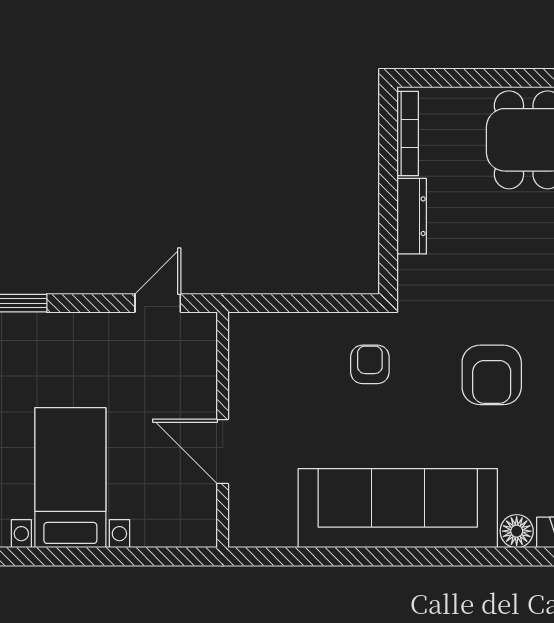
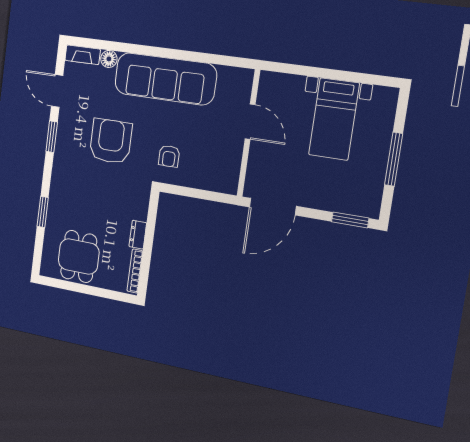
dresser: (412, 216) -> (138, 235), width x0.70
door: (158, 303) -> (273, 207), width x1.88
armchair: (492, 375) -> (111, 141), width x1.36, depth x1.36

